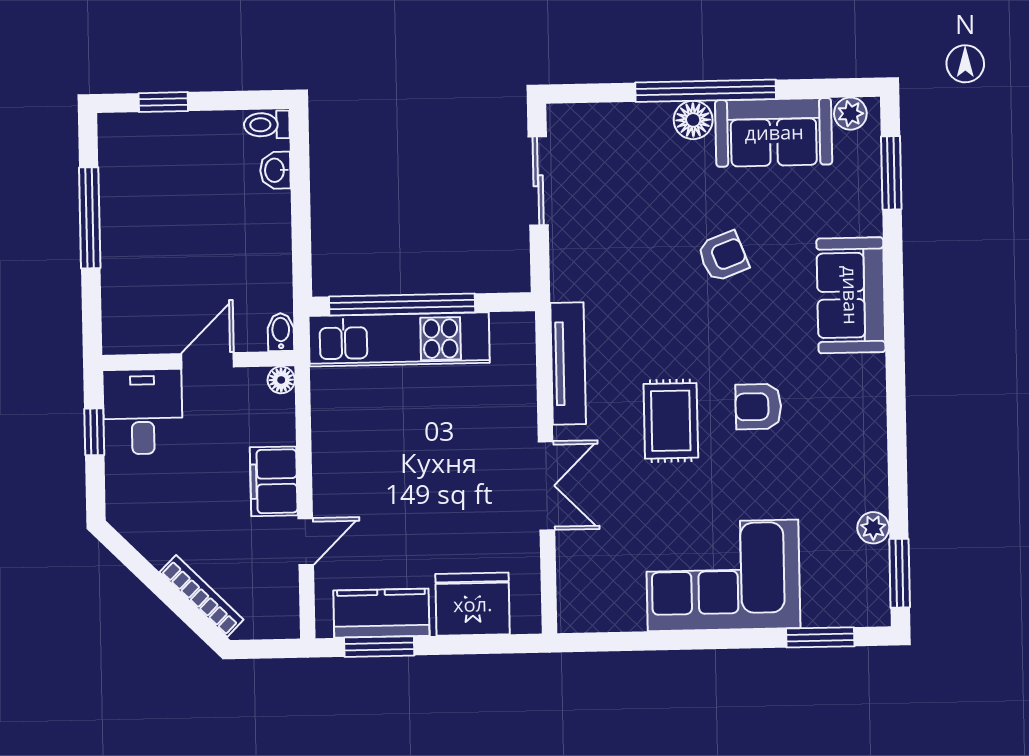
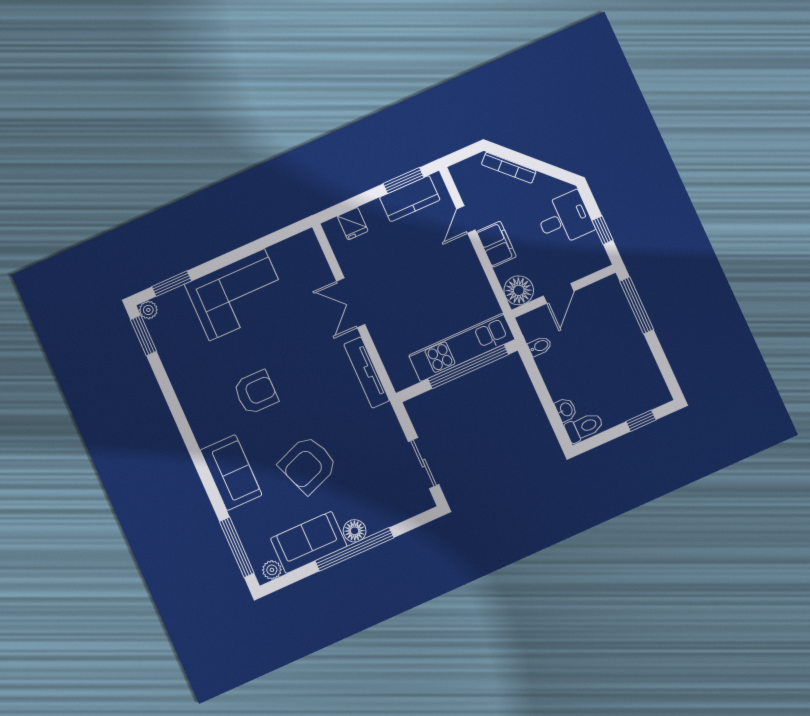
toilet: (267, 125) -> (584, 427), width x1.37, depth x1.39
window: (891, 173) -> (237, 547), width x1.44
window: (90, 218) -> (637, 305), moved
armchair: (723, 256) -> (308, 465), width x1.88, depth x1.88
bidet: (281, 332) -> (540, 346), moved, turned -90
floor lamp: (281, 380) -> (519, 290), width x1.89, depth x1.89
armchair: (758, 407) -> (256, 392), width x1.38, depth x1.38
desk: (143, 412) -> (565, 219), moved, turned -90
rug: (671, 421) -> (299, 365), removed
plant: (873, 528) -> (148, 310), moved
fridge: (473, 604) -> (353, 224), width x0.53, depth x0.75

